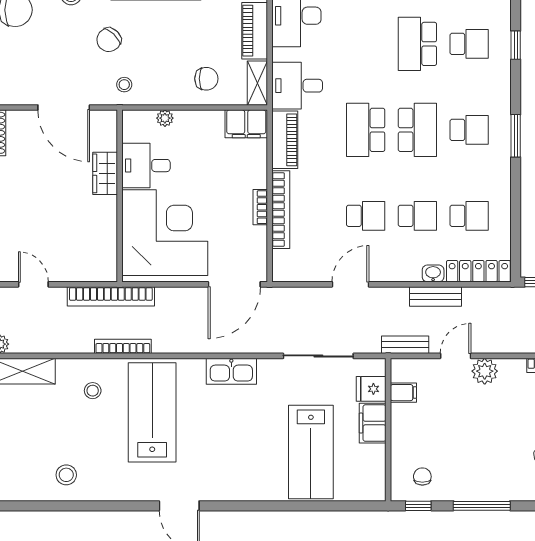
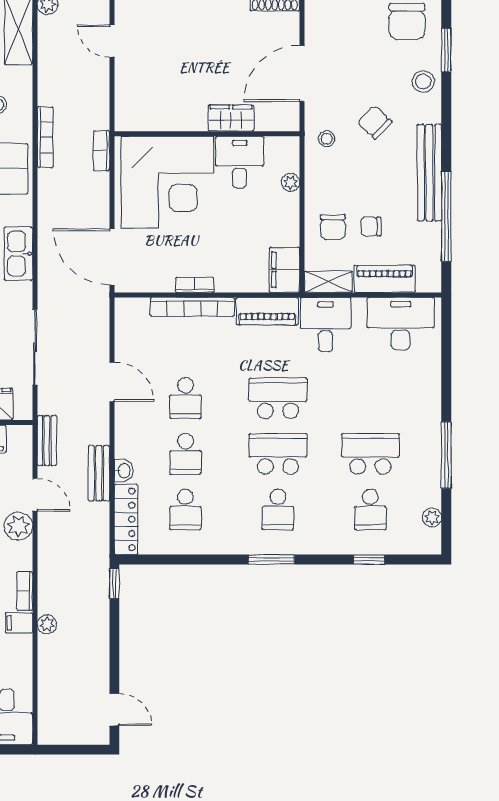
chair: (206, 43) -> (371, 226), added
school desk: (417, 130) -> (278, 454), turned 180
door: (33, 284) -> (112, 41), swing flipped
bookcase: (111, 296) -> (101, 151), width x0.43, depth x0.76

